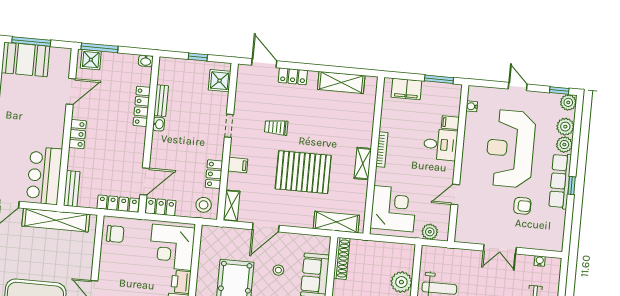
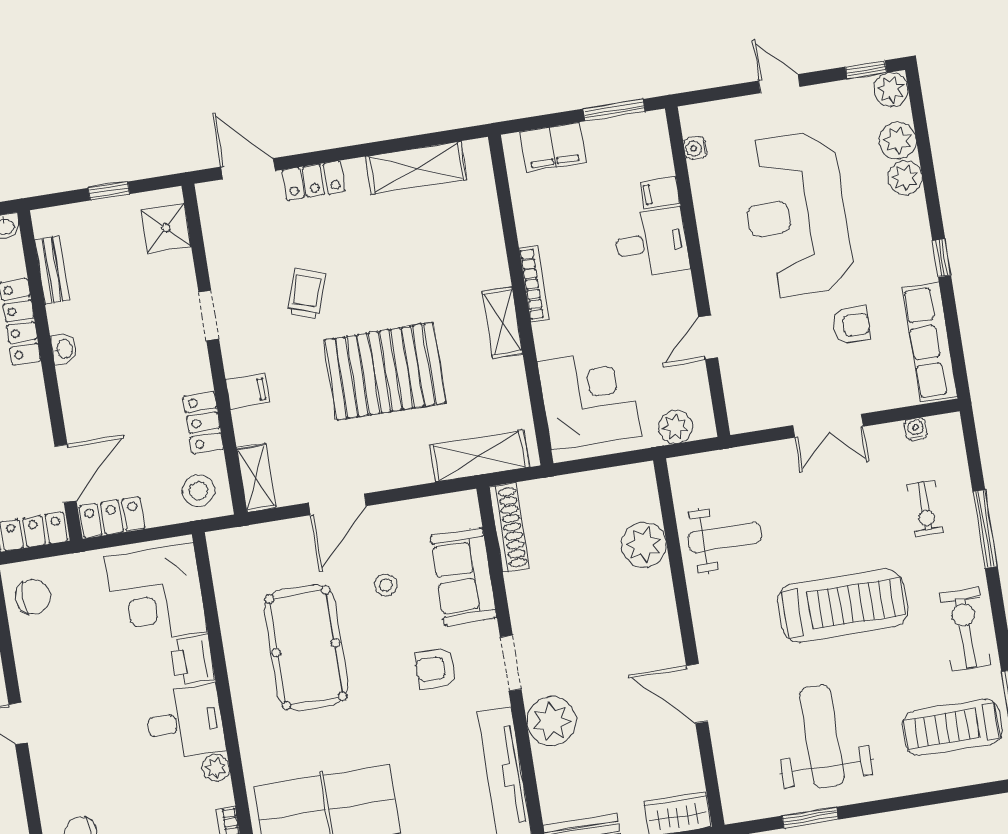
bench: (161, 101) -> (52, 270), moved
trolley: (276, 127) -> (306, 294), turned 109
row of seats: (560, 181) -> (930, 342), moved

